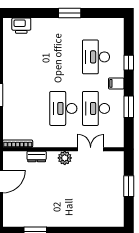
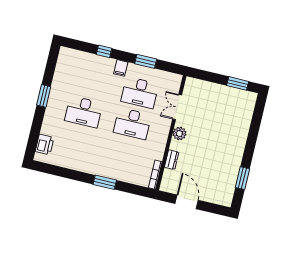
desk: (96, 57) -> (84, 112), moved
window: (129, 186) -> (238, 83), moved

